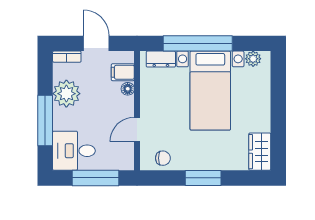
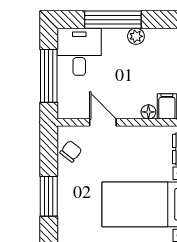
plant: (66, 94) -> (136, 36), width x0.53, depth x0.53
chair: (163, 158) -> (71, 151), turned -142

